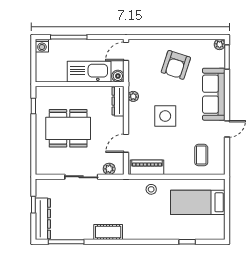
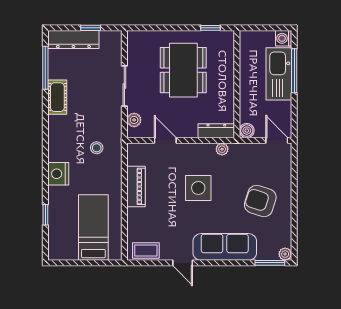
kitchen sink: (89, 72) -> (279, 74), moved, turned 180
coffee table: (201, 155) -> (146, 251), moved
piano: (147, 167) -> (136, 186), moved
stool: (151, 189) -> (97, 148), moved
nightstand: (153, 231) -> (58, 174), added
cot: (108, 232) -> (57, 97), moved

